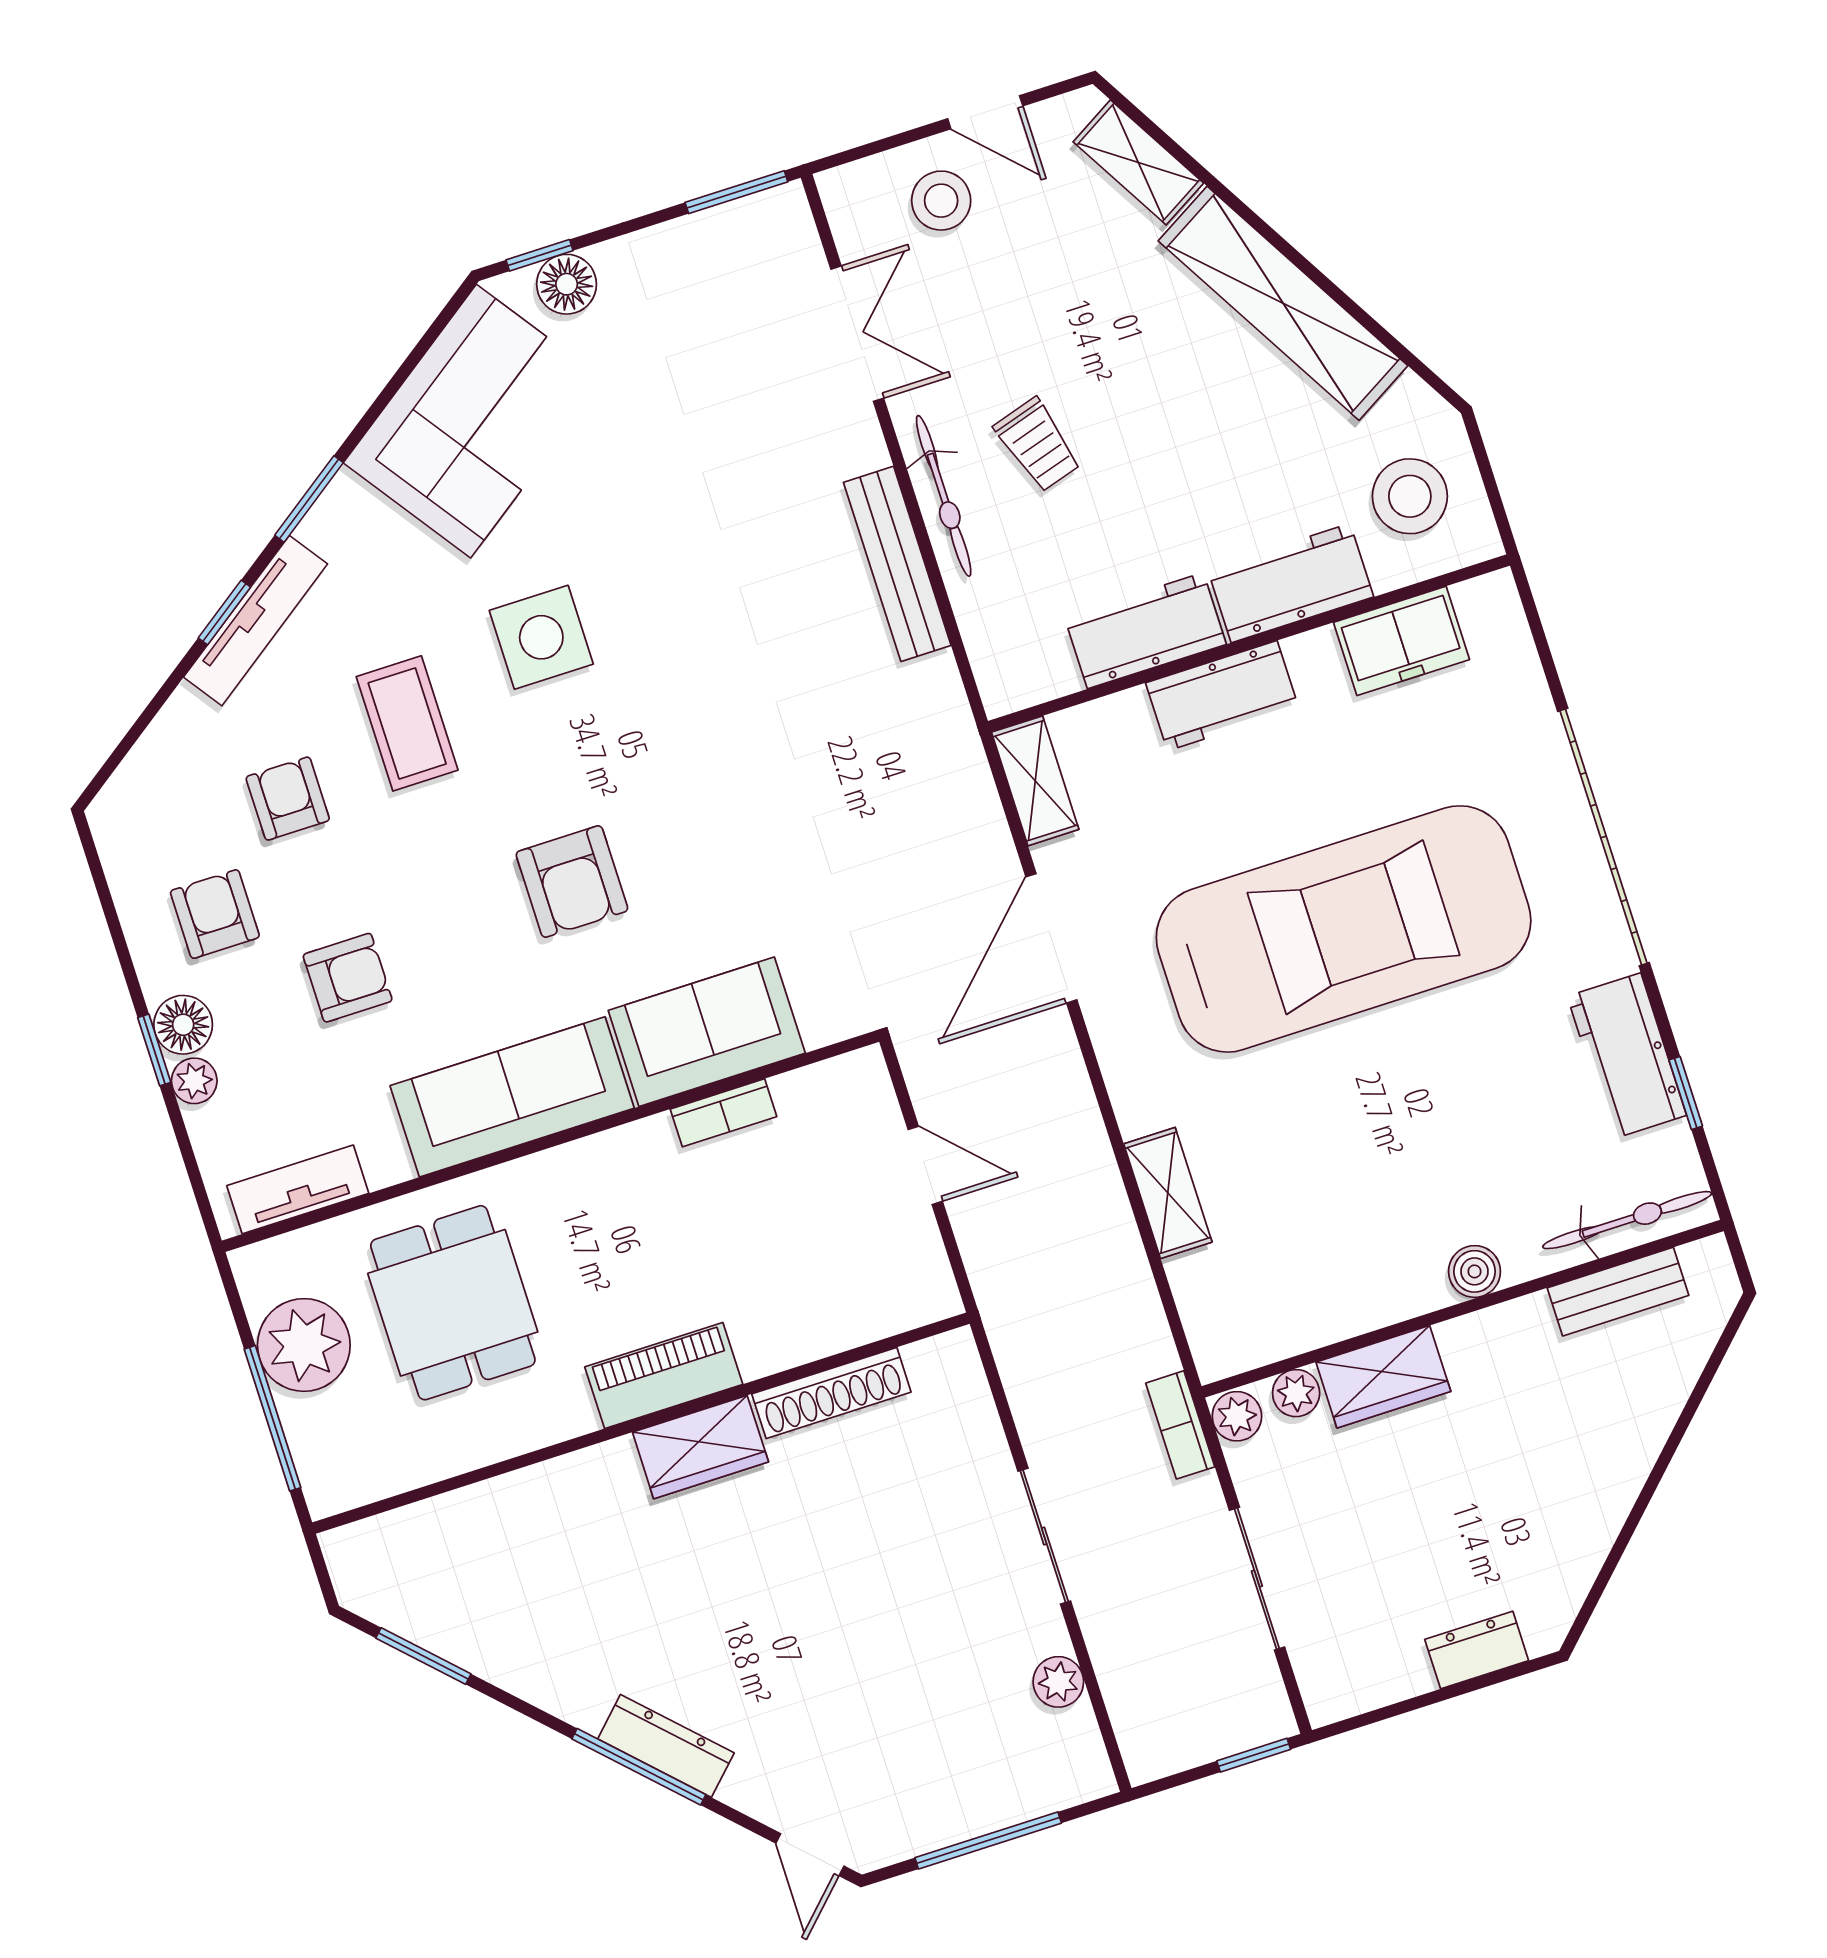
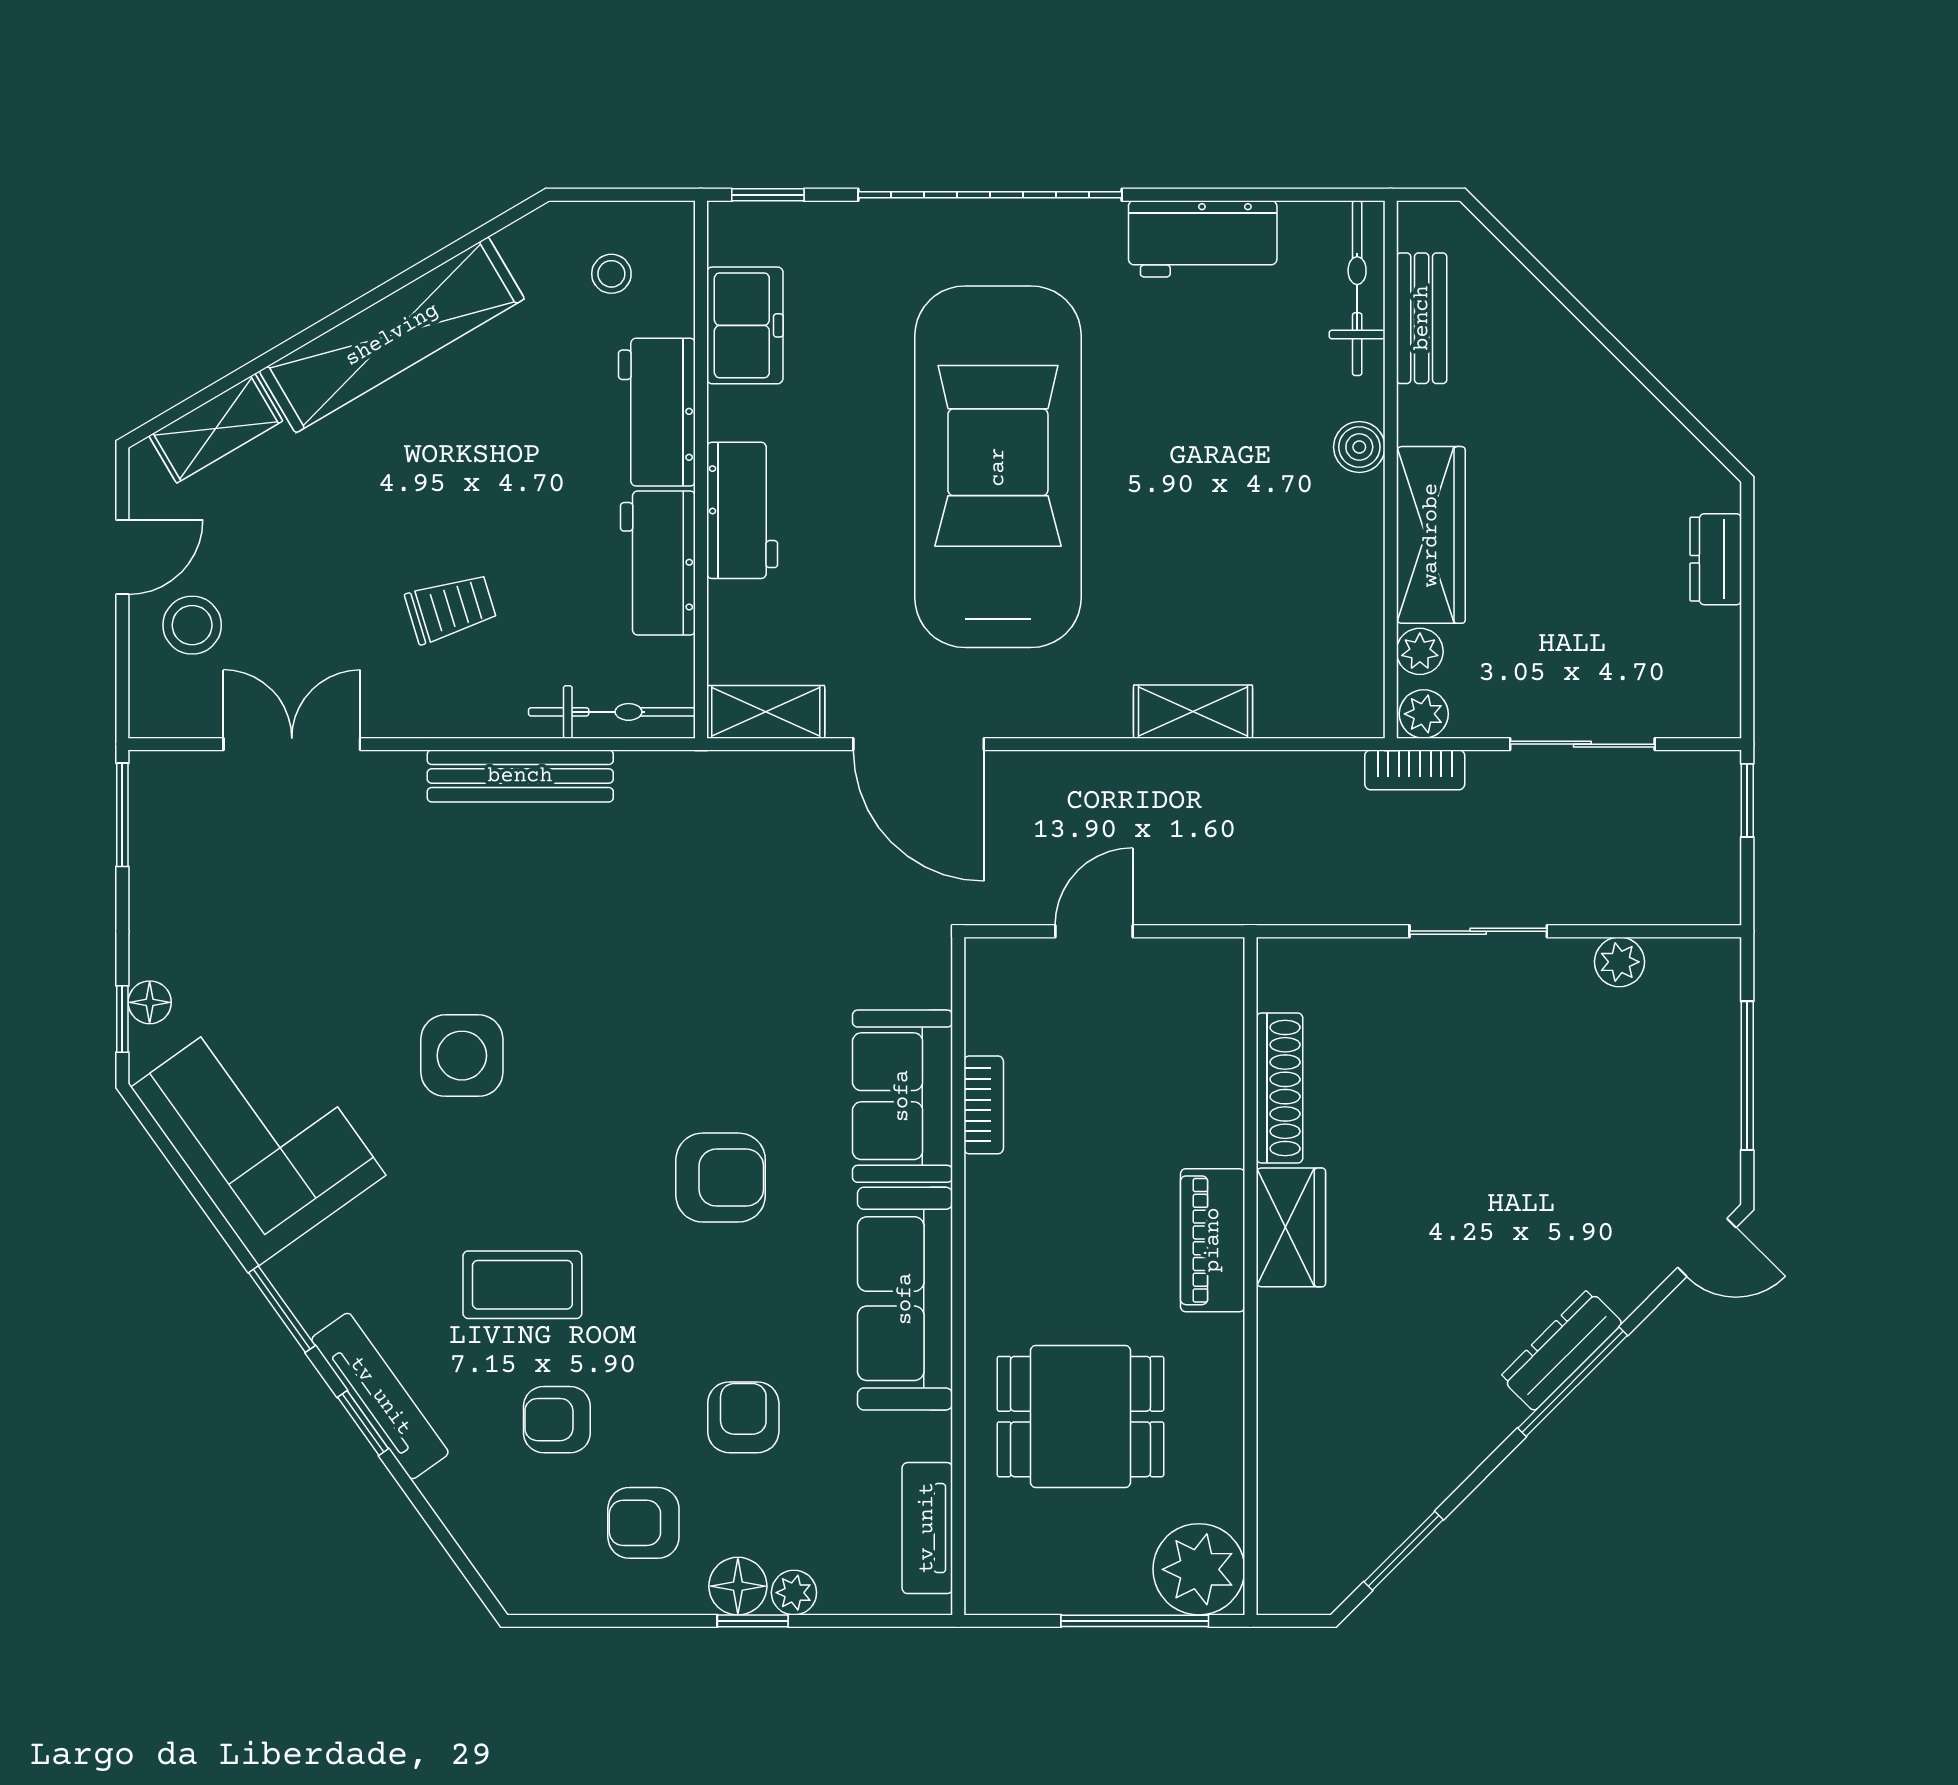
floor lamp: (567, 284) -> (150, 1002), width x0.73, depth x0.73
bicycle: (944, 496) -> (612, 712), moved
stool: (1410, 496) -> (611, 274), width x0.53, depth x0.53
side table: (541, 637) -> (462, 1056), moved
window: (1686, 1093) -> (768, 195), moved
plant: (304, 1345) -> (1199, 1569), moved
wardrobe: (1383, 1377) -> (1431, 535), width x1.50

